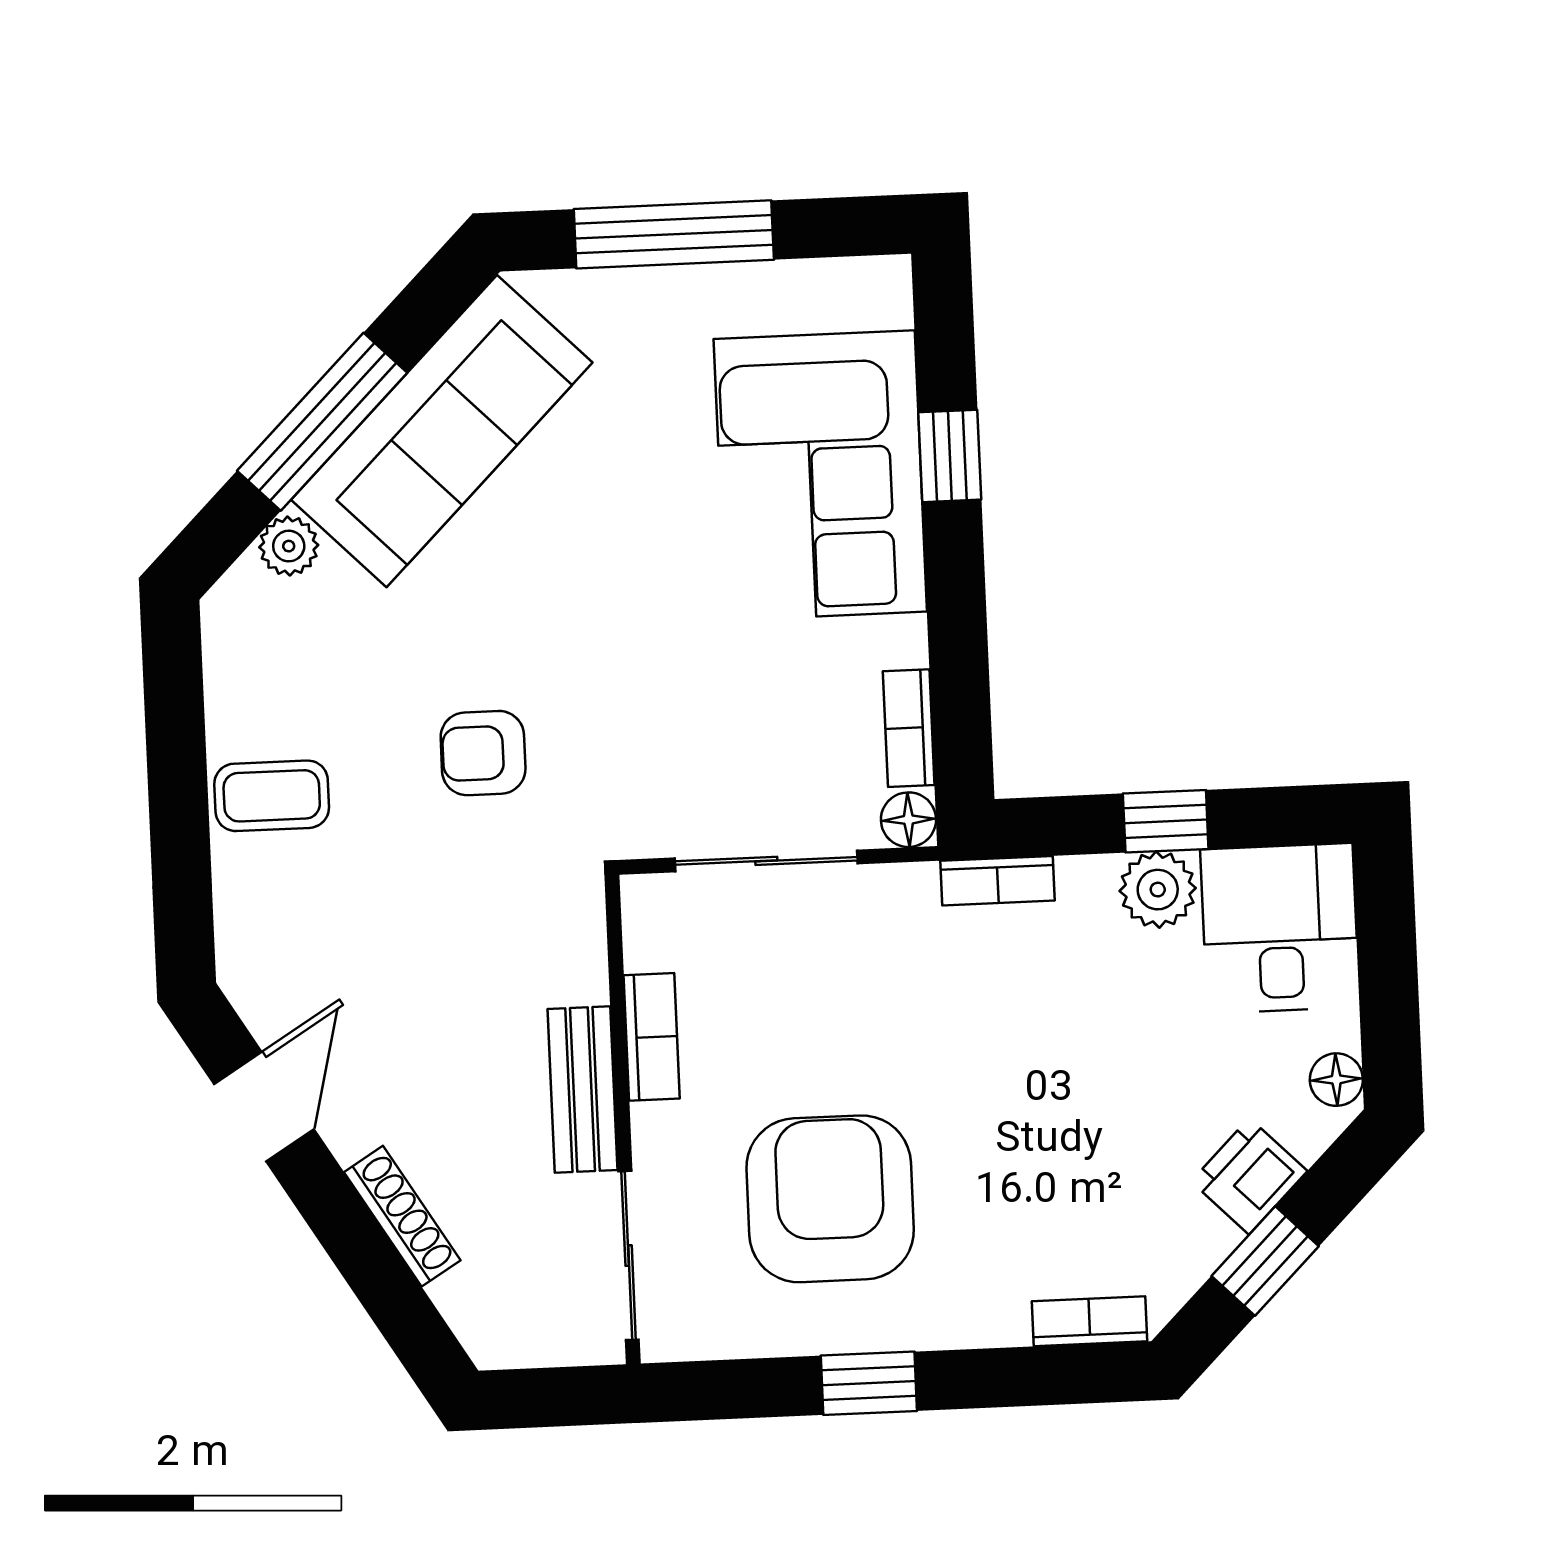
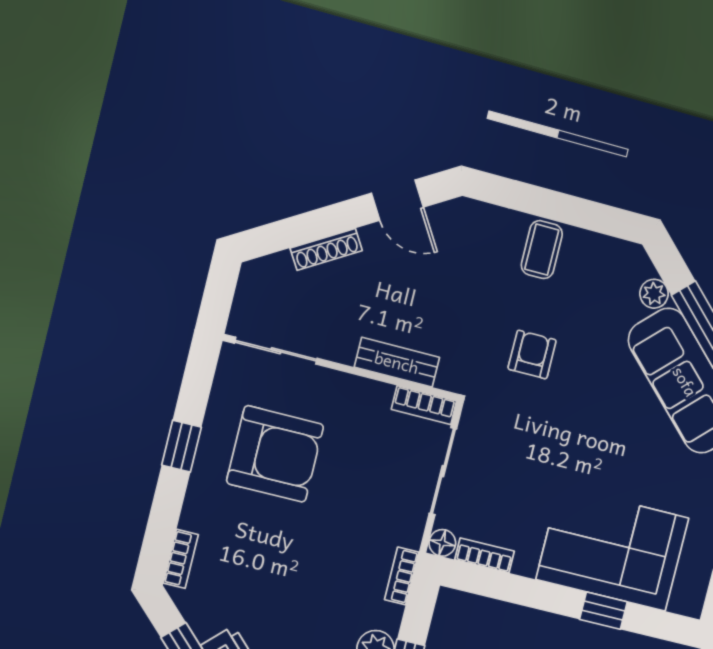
bookcase: (652, 1037) -> (424, 405), moved
bench: (583, 1089) -> (397, 362), moved

